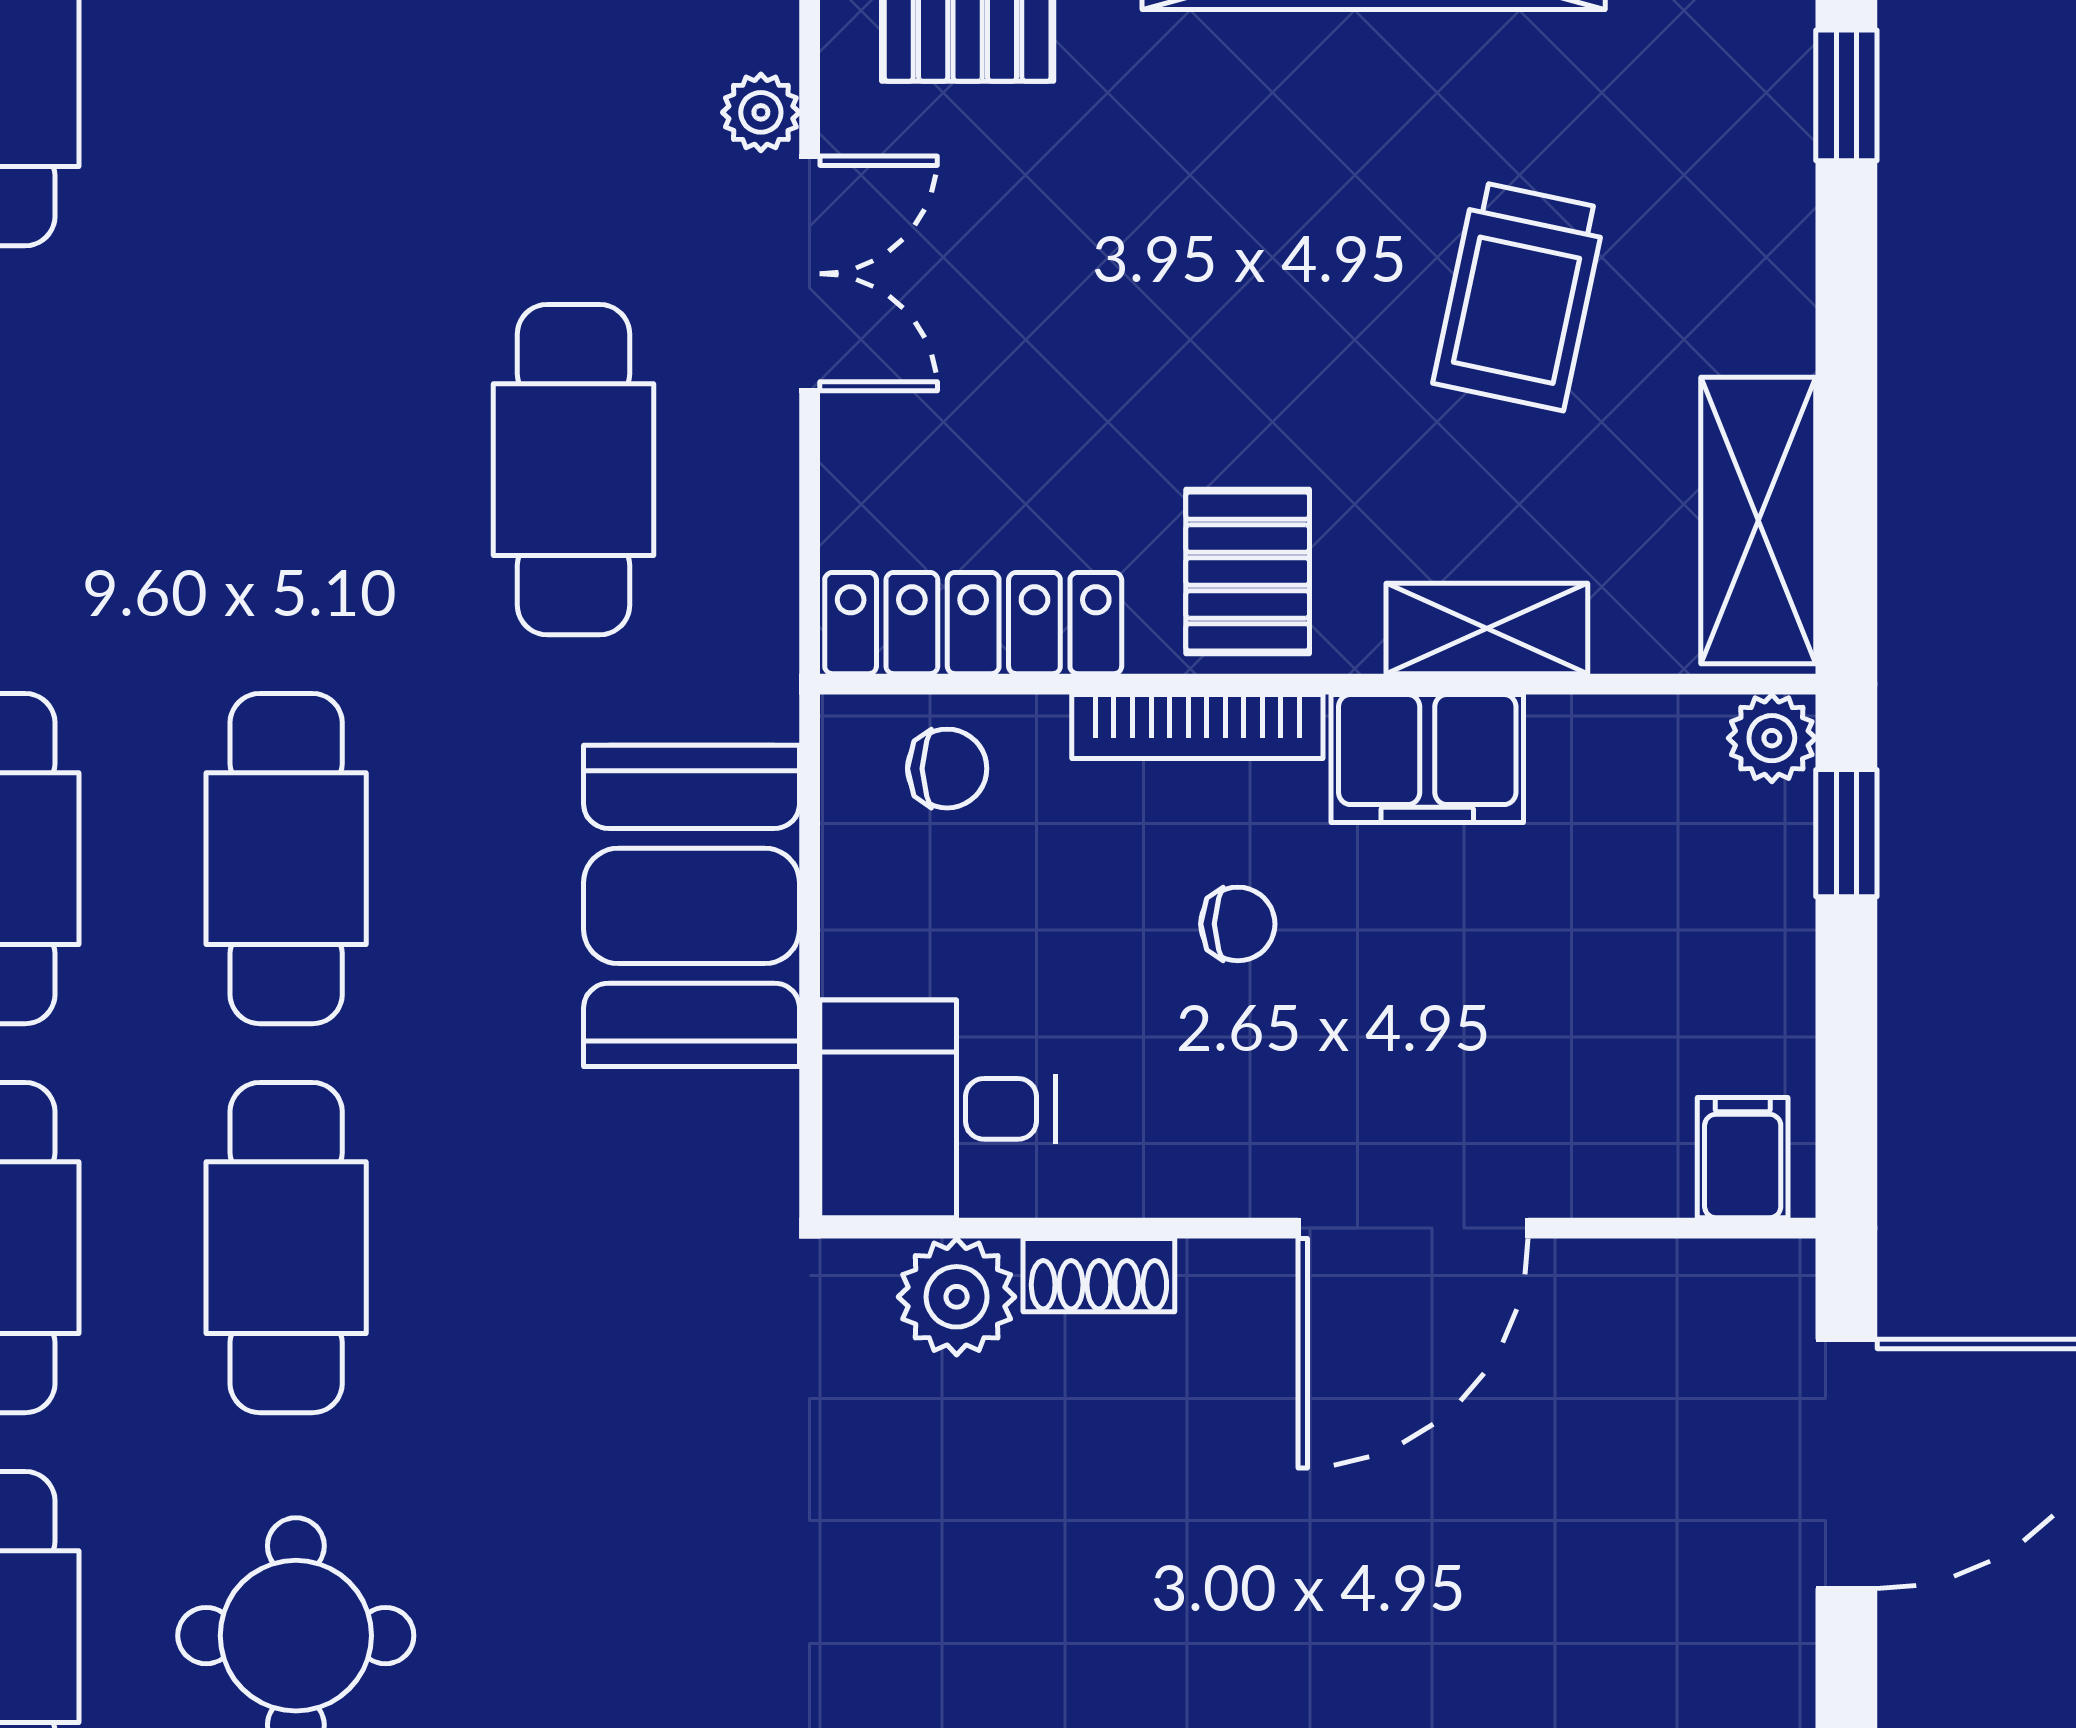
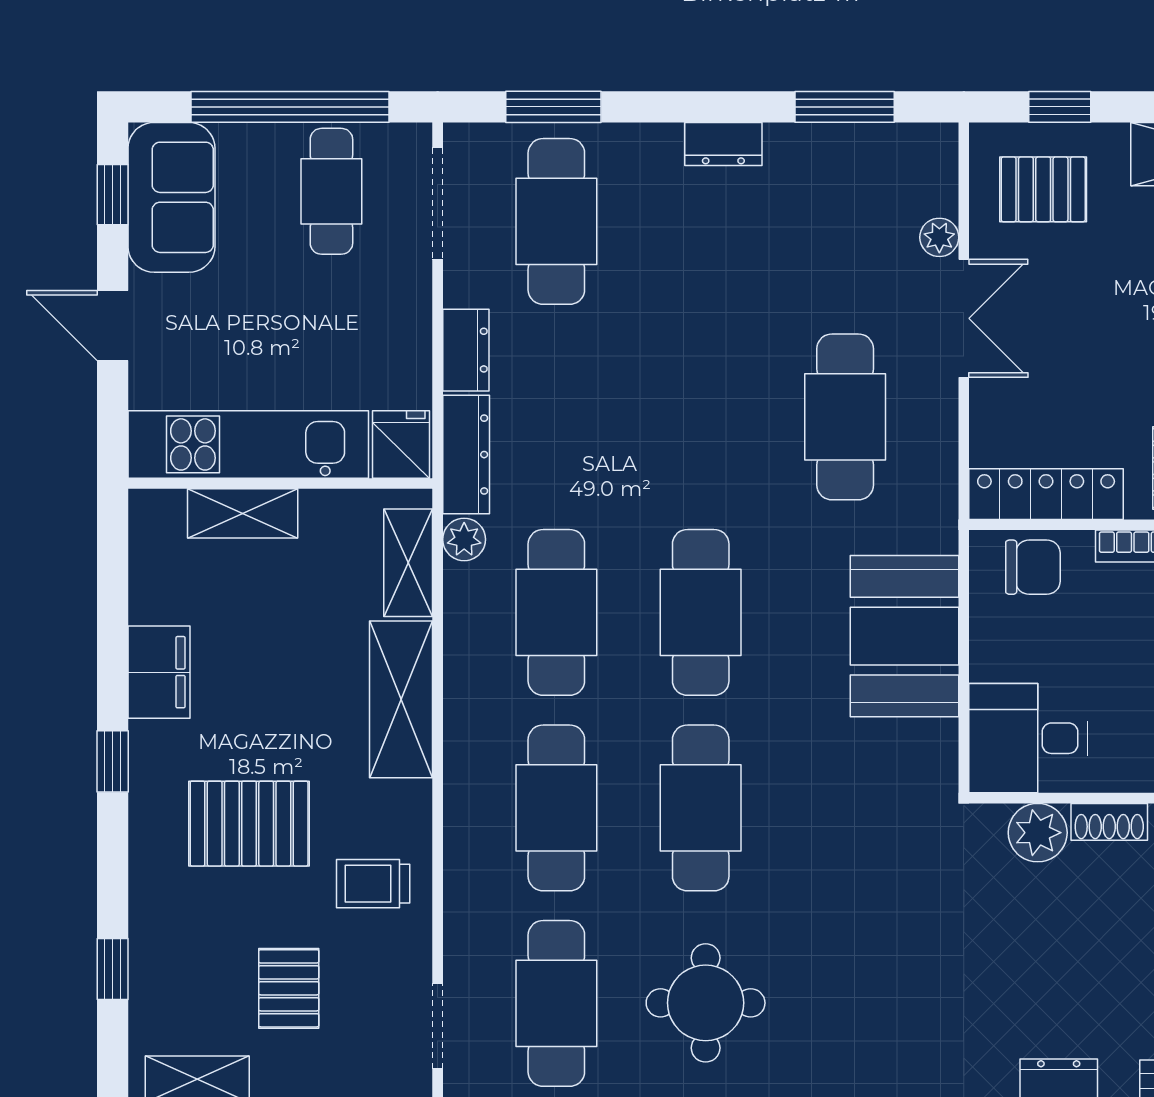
chair: (947, 769) -> (1033, 567), width x1.37, depth x1.37

